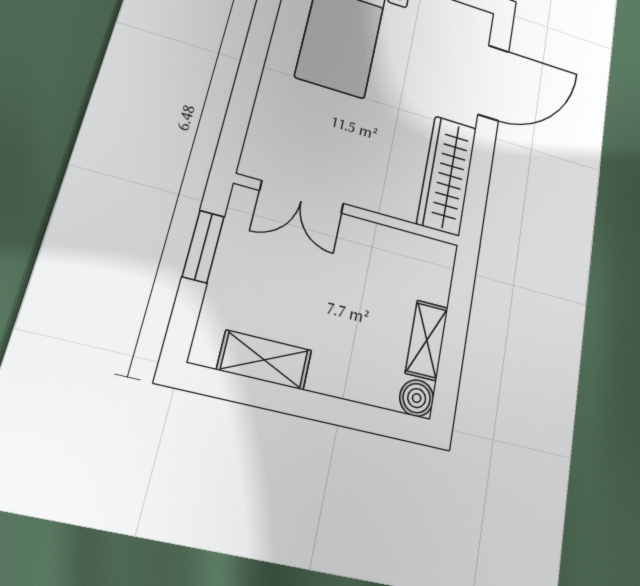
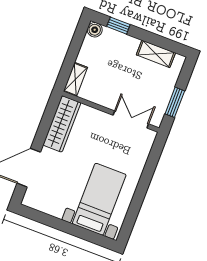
shelving: (427, 340) -> (75, 79), moved
window: (364, 418) -> (118, 26), added

